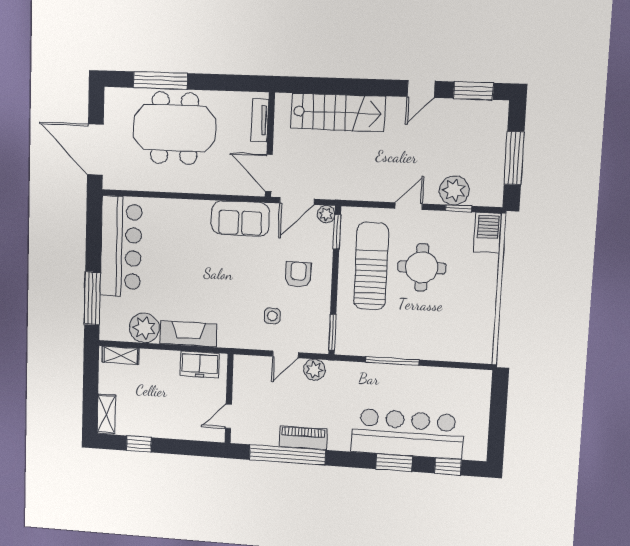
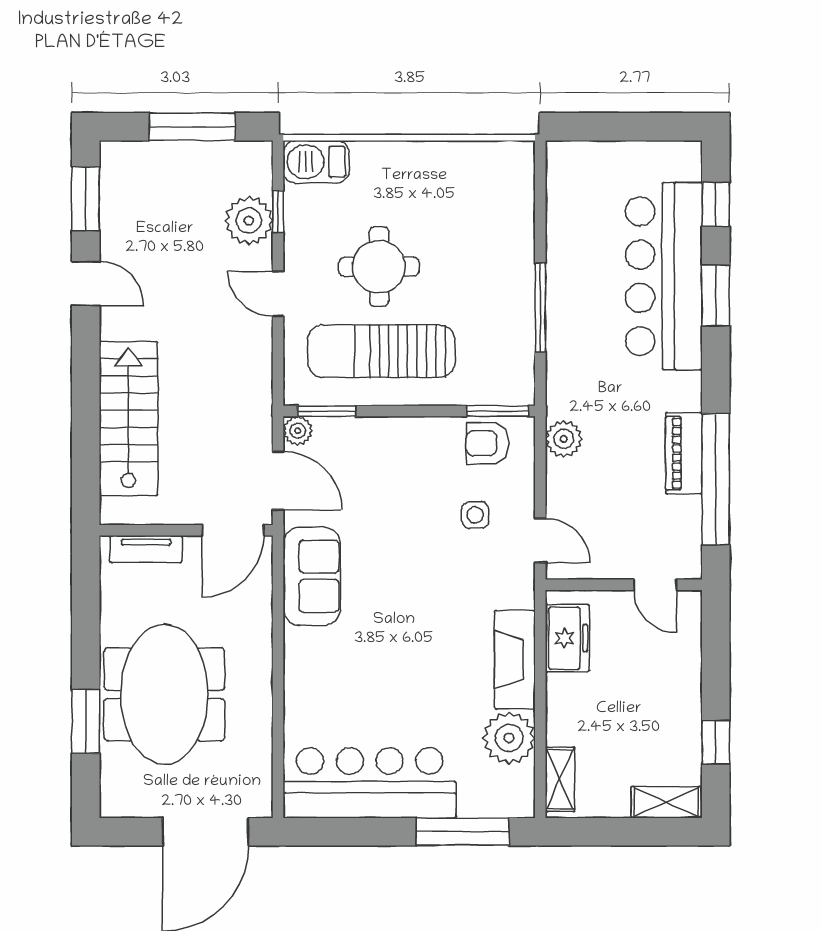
window: (160, 80) -> (86, 721), width x0.69
armchair: (298, 275) -> (487, 443), moved
door: (286, 354) -> (540, 540), moved

